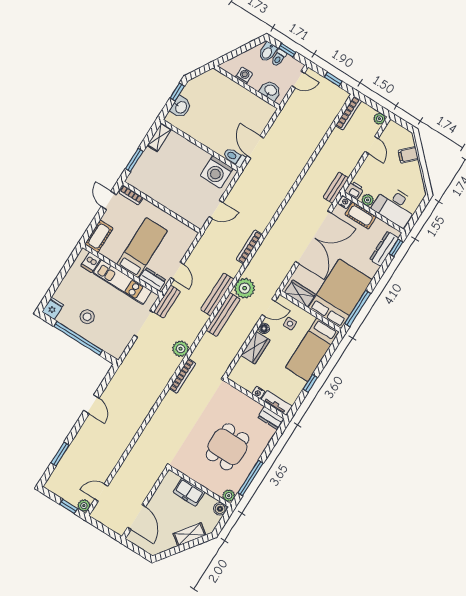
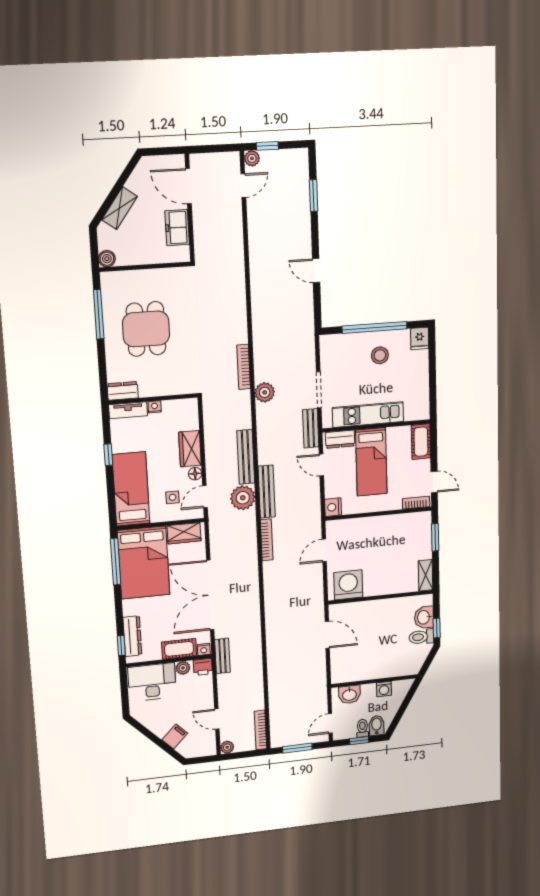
window: (333, 79) -> (297, 748), width x1.50
toilet: (234, 157) -> (421, 637), moved, turned 180
nightstand: (189, 236) -> (333, 507), added
dishwasher: (91, 262) -> (412, 411), removed
bench: (217, 294) -> (267, 492), moved
freezer: (189, 492) -> (177, 228), moved, turned -90
plant: (229, 496) -> (108, 279), removed

